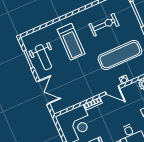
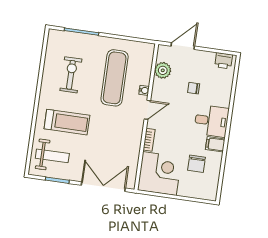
weight bench: (43, 57) -> (52, 156), moved
double door: (43, 92) -> (103, 187), width x1.37

